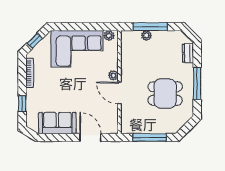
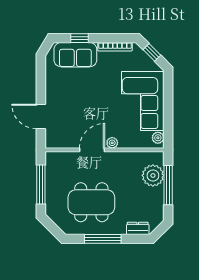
plant: (146, 35) -> (153, 175), width x1.88, depth x1.88
dining table: (165, 94) -> (91, 202), width x1.38
sofa: (57, 123) -> (75, 55), moved, turned 90
door: (90, 138) -> (41, 116), swing flipped

